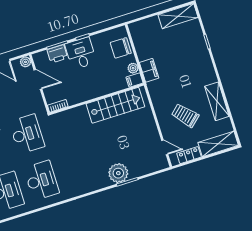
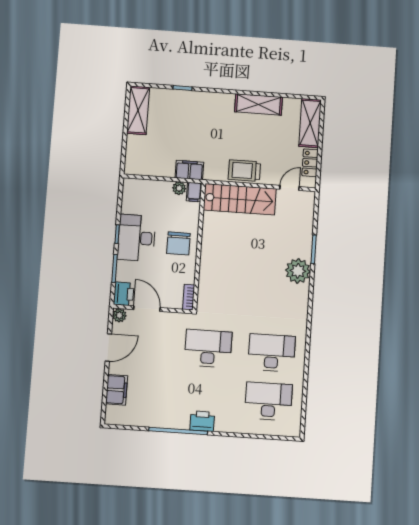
chair: (121, 48) -> (178, 243), moved
desk: (81, 53) -> (137, 238), width x1.37
printer: (57, 54) -> (124, 294), moved
door: (38, 79) -> (147, 309), hinge flipped
stairs: (115, 105) -> (240, 199), moved, turned 90
trolley: (185, 115) -> (244, 171), moved, turned 42
plant: (118, 173) -> (298, 271), moved

